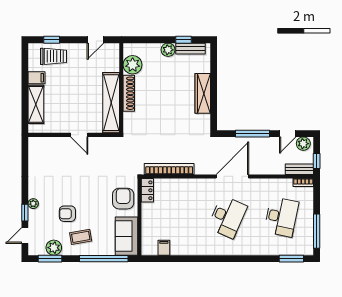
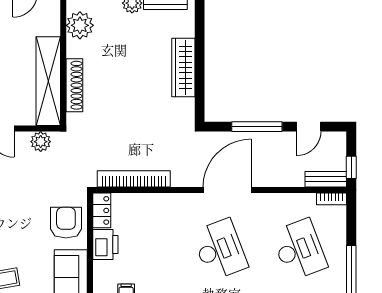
shoe rack: (129, 93) -> (74, 85), moved
plant: (303, 144) -> (41, 142), moved
printer: (150, 213) -> (105, 245), added
desk: (227, 217) -> (220, 250), turned -45
desk: (281, 217) -> (299, 250), turned -33

